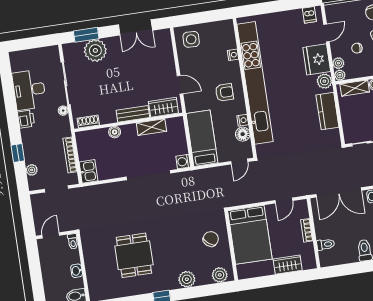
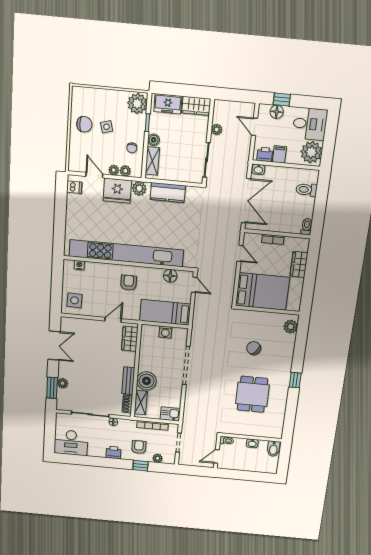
chair: (357, 48) -> (132, 148), moved
plant: (95, 50) -> (63, 383), width x0.53, depth x0.53
nightstand: (233, 55) -> (79, 265), moved
plant: (340, 75) -> (114, 170), moved
desk: (29, 90) -> (71, 443), moved
bench: (133, 114) -> (128, 381), moved
nightstand: (243, 120) -> (158, 273), removed
shelving: (151, 127) -> (141, 403), moved
boiler: (115, 132) -> (146, 381), width x1.86, depth x1.86
armchair: (40, 146) -> (139, 447), added
washing machine: (183, 162) -> (165, 332), moved
door: (51, 235) -> (217, 456), hinge flipped
chair: (211, 239) -> (254, 348), moved
toilet: (326, 244) -> (307, 227), moved
dining table: (134, 255) -> (252, 394), turned 90
plant: (187, 279) -> (286, 355), removed

